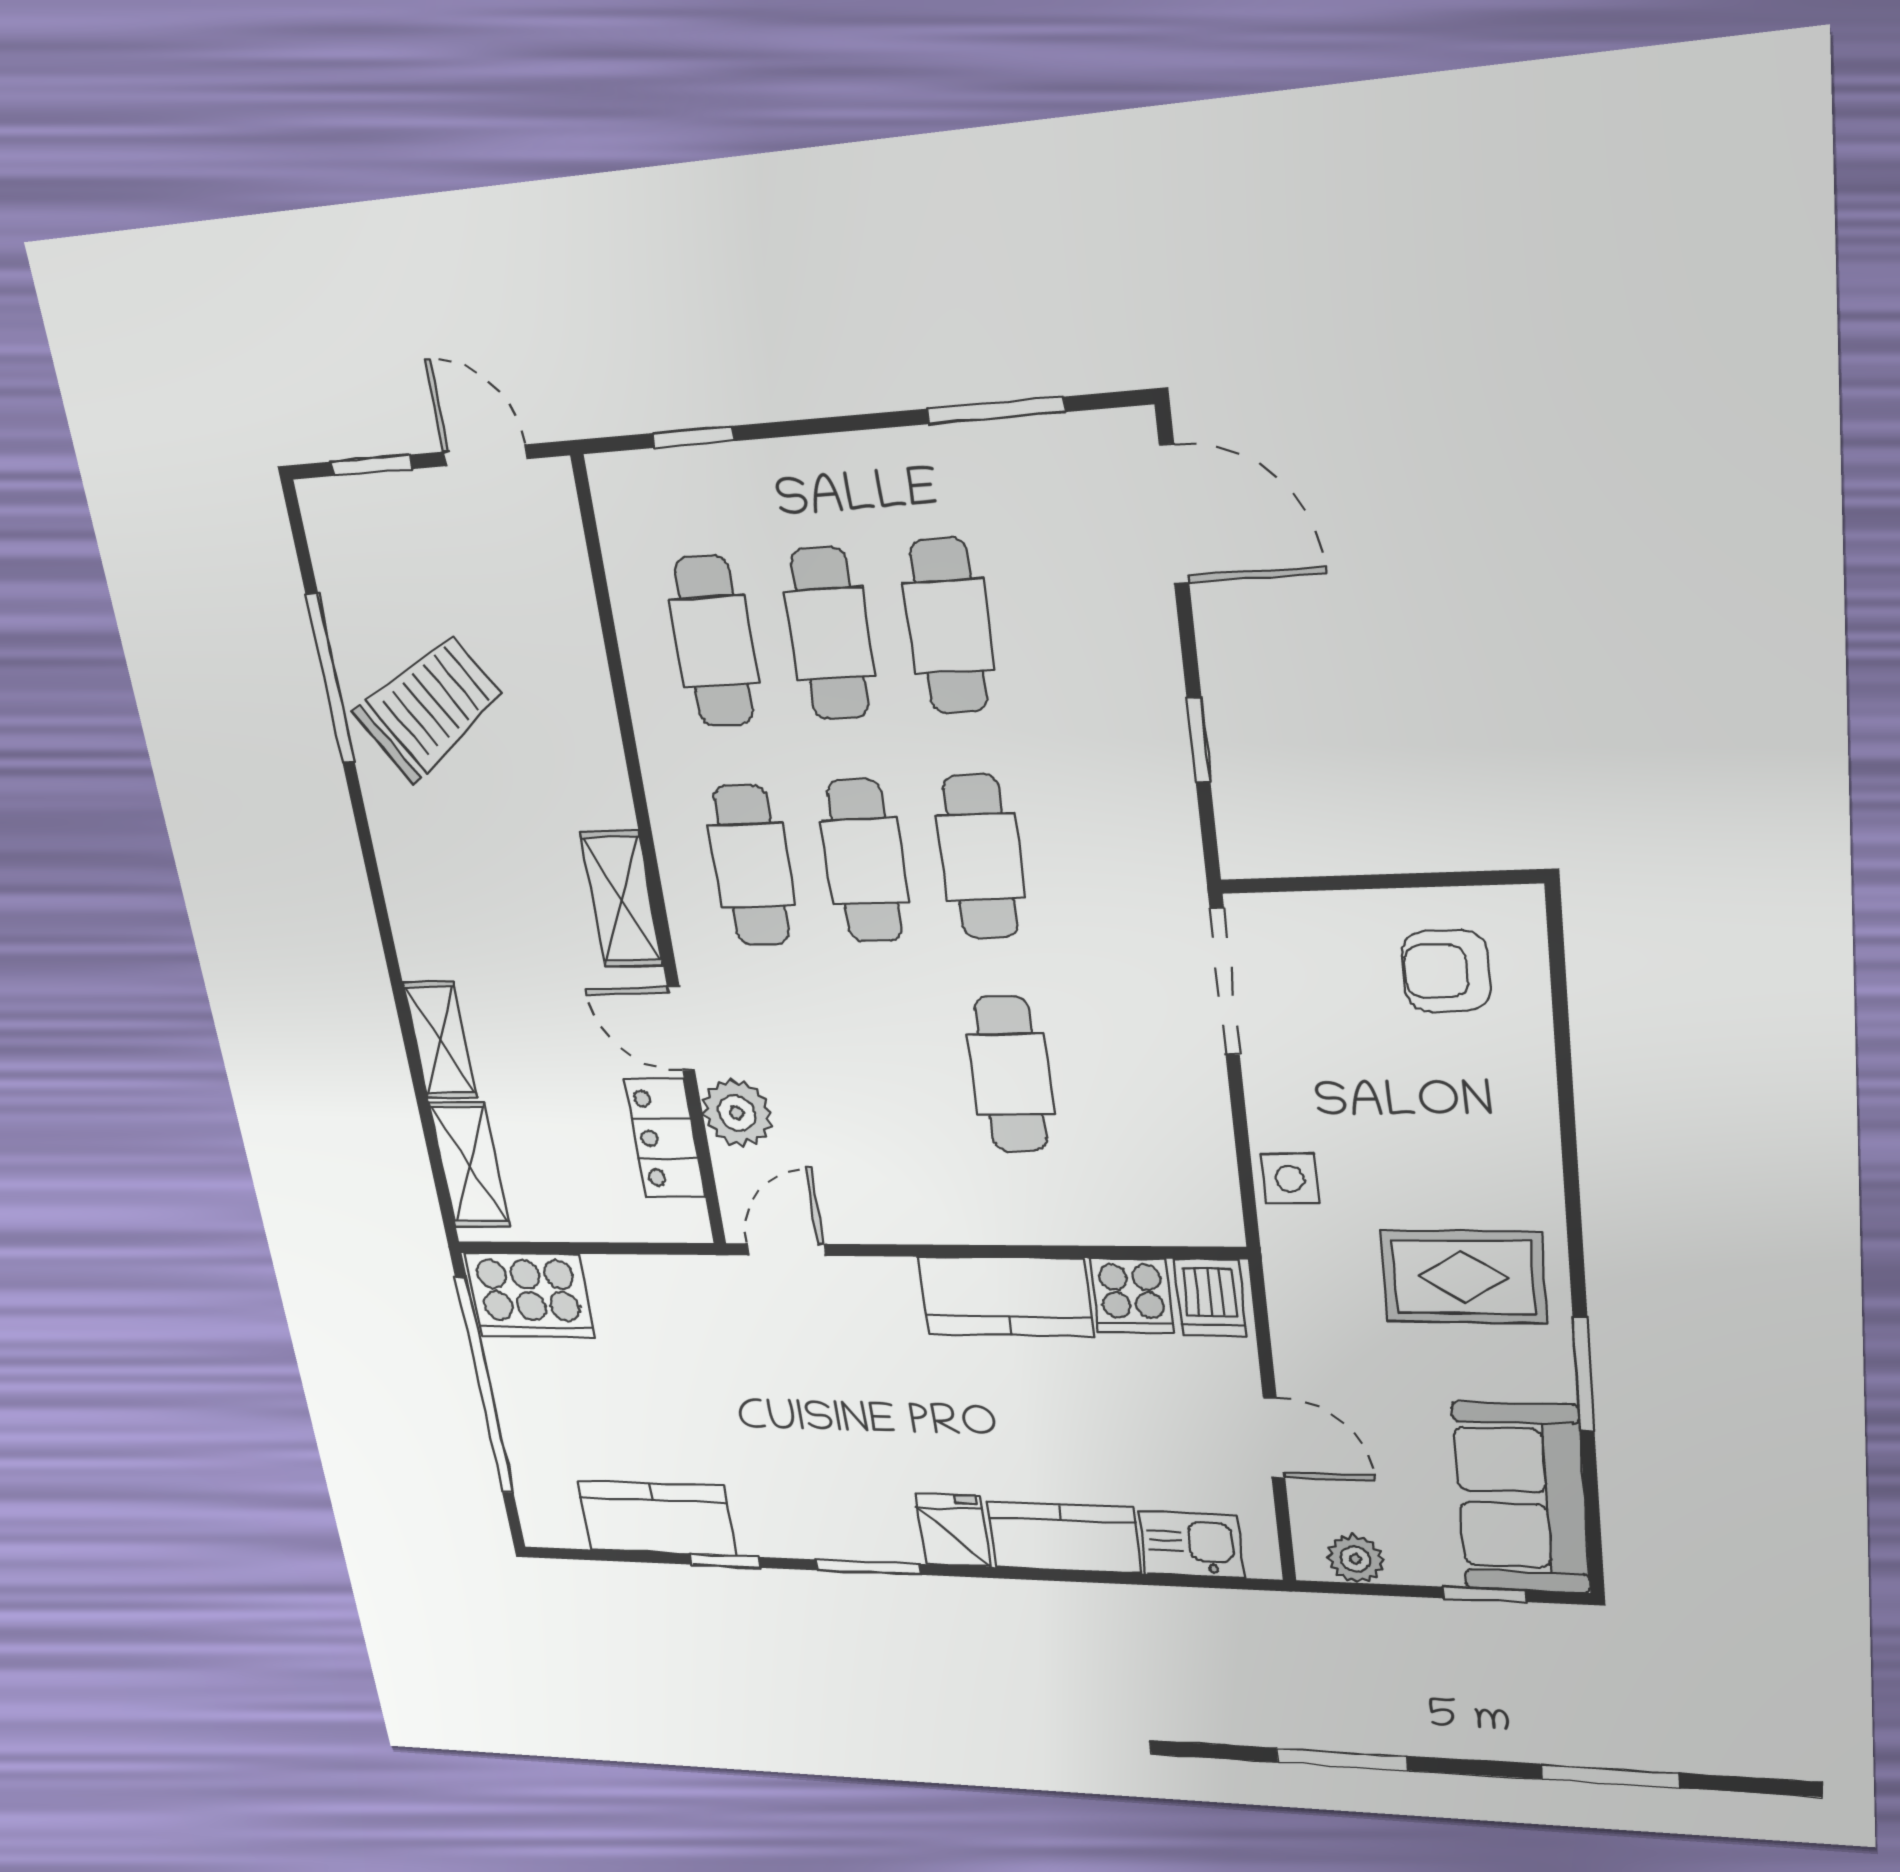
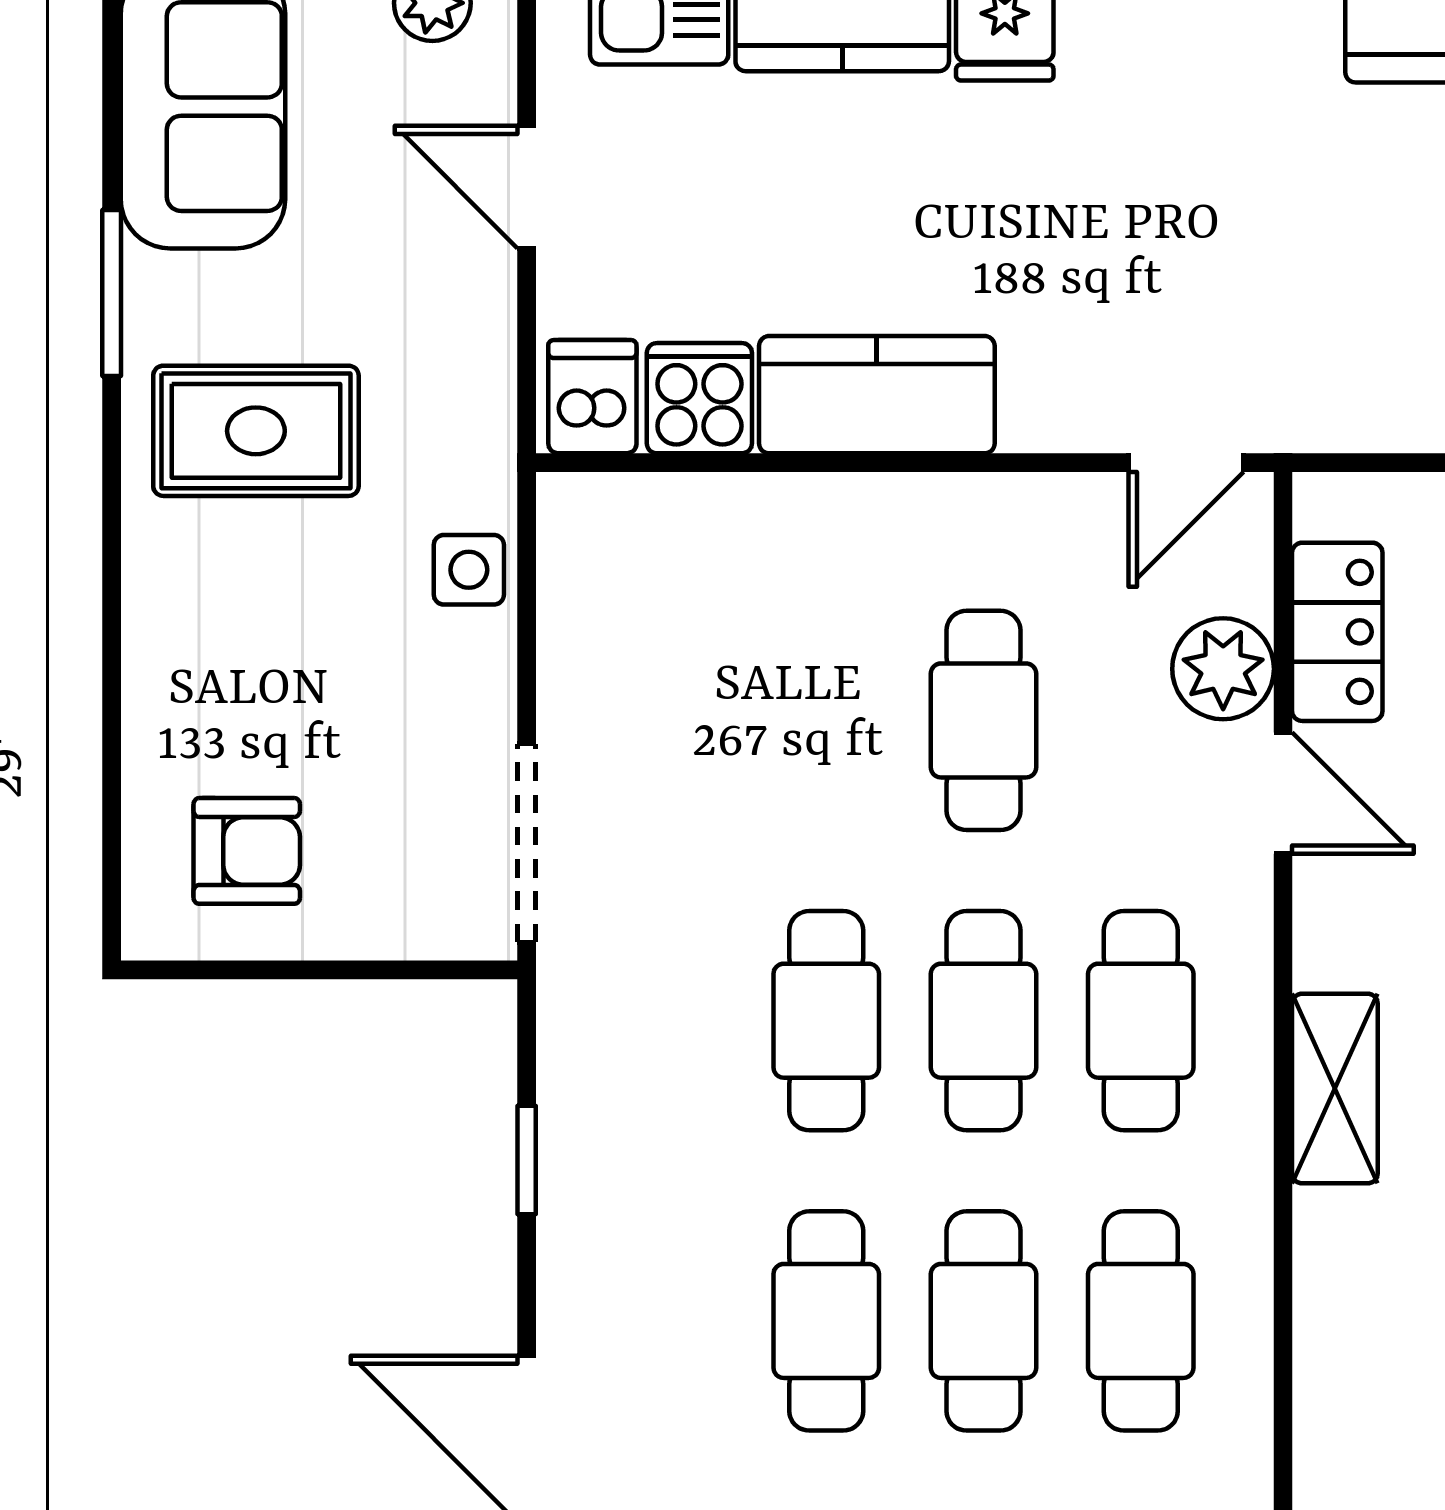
shelving: (622, 899) -> (1335, 1089), moved
cafe table: (1011, 1074) -> (983, 720), moved

